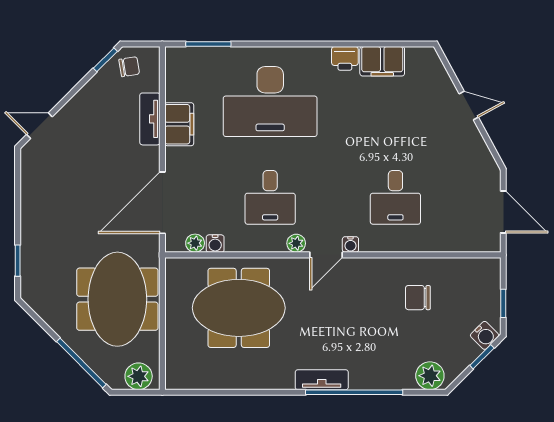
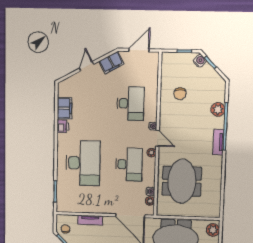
filing cabinet: (179, 124) -> (111, 63), moved, turned 152
desk: (270, 197) -> (129, 164), width x1.37
desk: (395, 197) -> (131, 103), width x1.37
plant: (430, 376) -> (218, 109), moved

